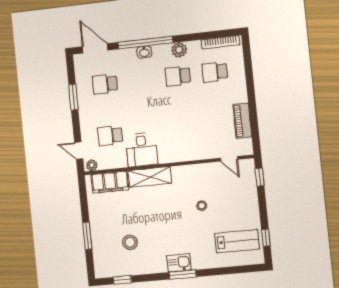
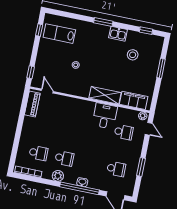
piano: (242, 121) -> (32, 104), moved
kitchen sink: (179, 263) -> (118, 34), moved

